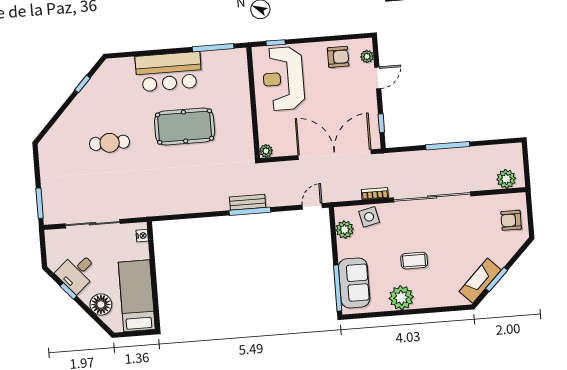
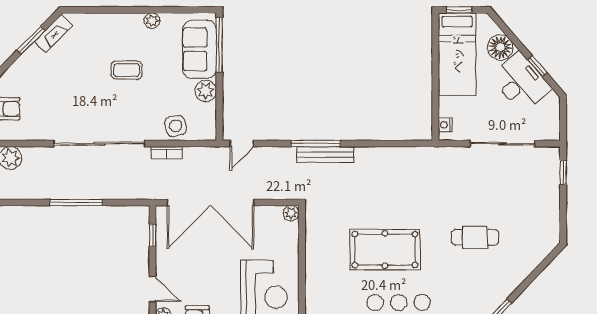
door: (378, 78) -> (153, 289), swing flipped
bench: (248, 202) -> (325, 154), width x1.36
window: (40, 203) -> (563, 173), width x0.67
plant: (345, 230) -> (206, 91), moved
desk: (77, 272) -> (521, 83), width x1.37
fireplace: (480, 281) -> (54, 33), width x0.73, depth x0.76
plant: (401, 298) -> (152, 21), width x0.53, depth x0.53
window: (138, 333) -> (459, 10), added

